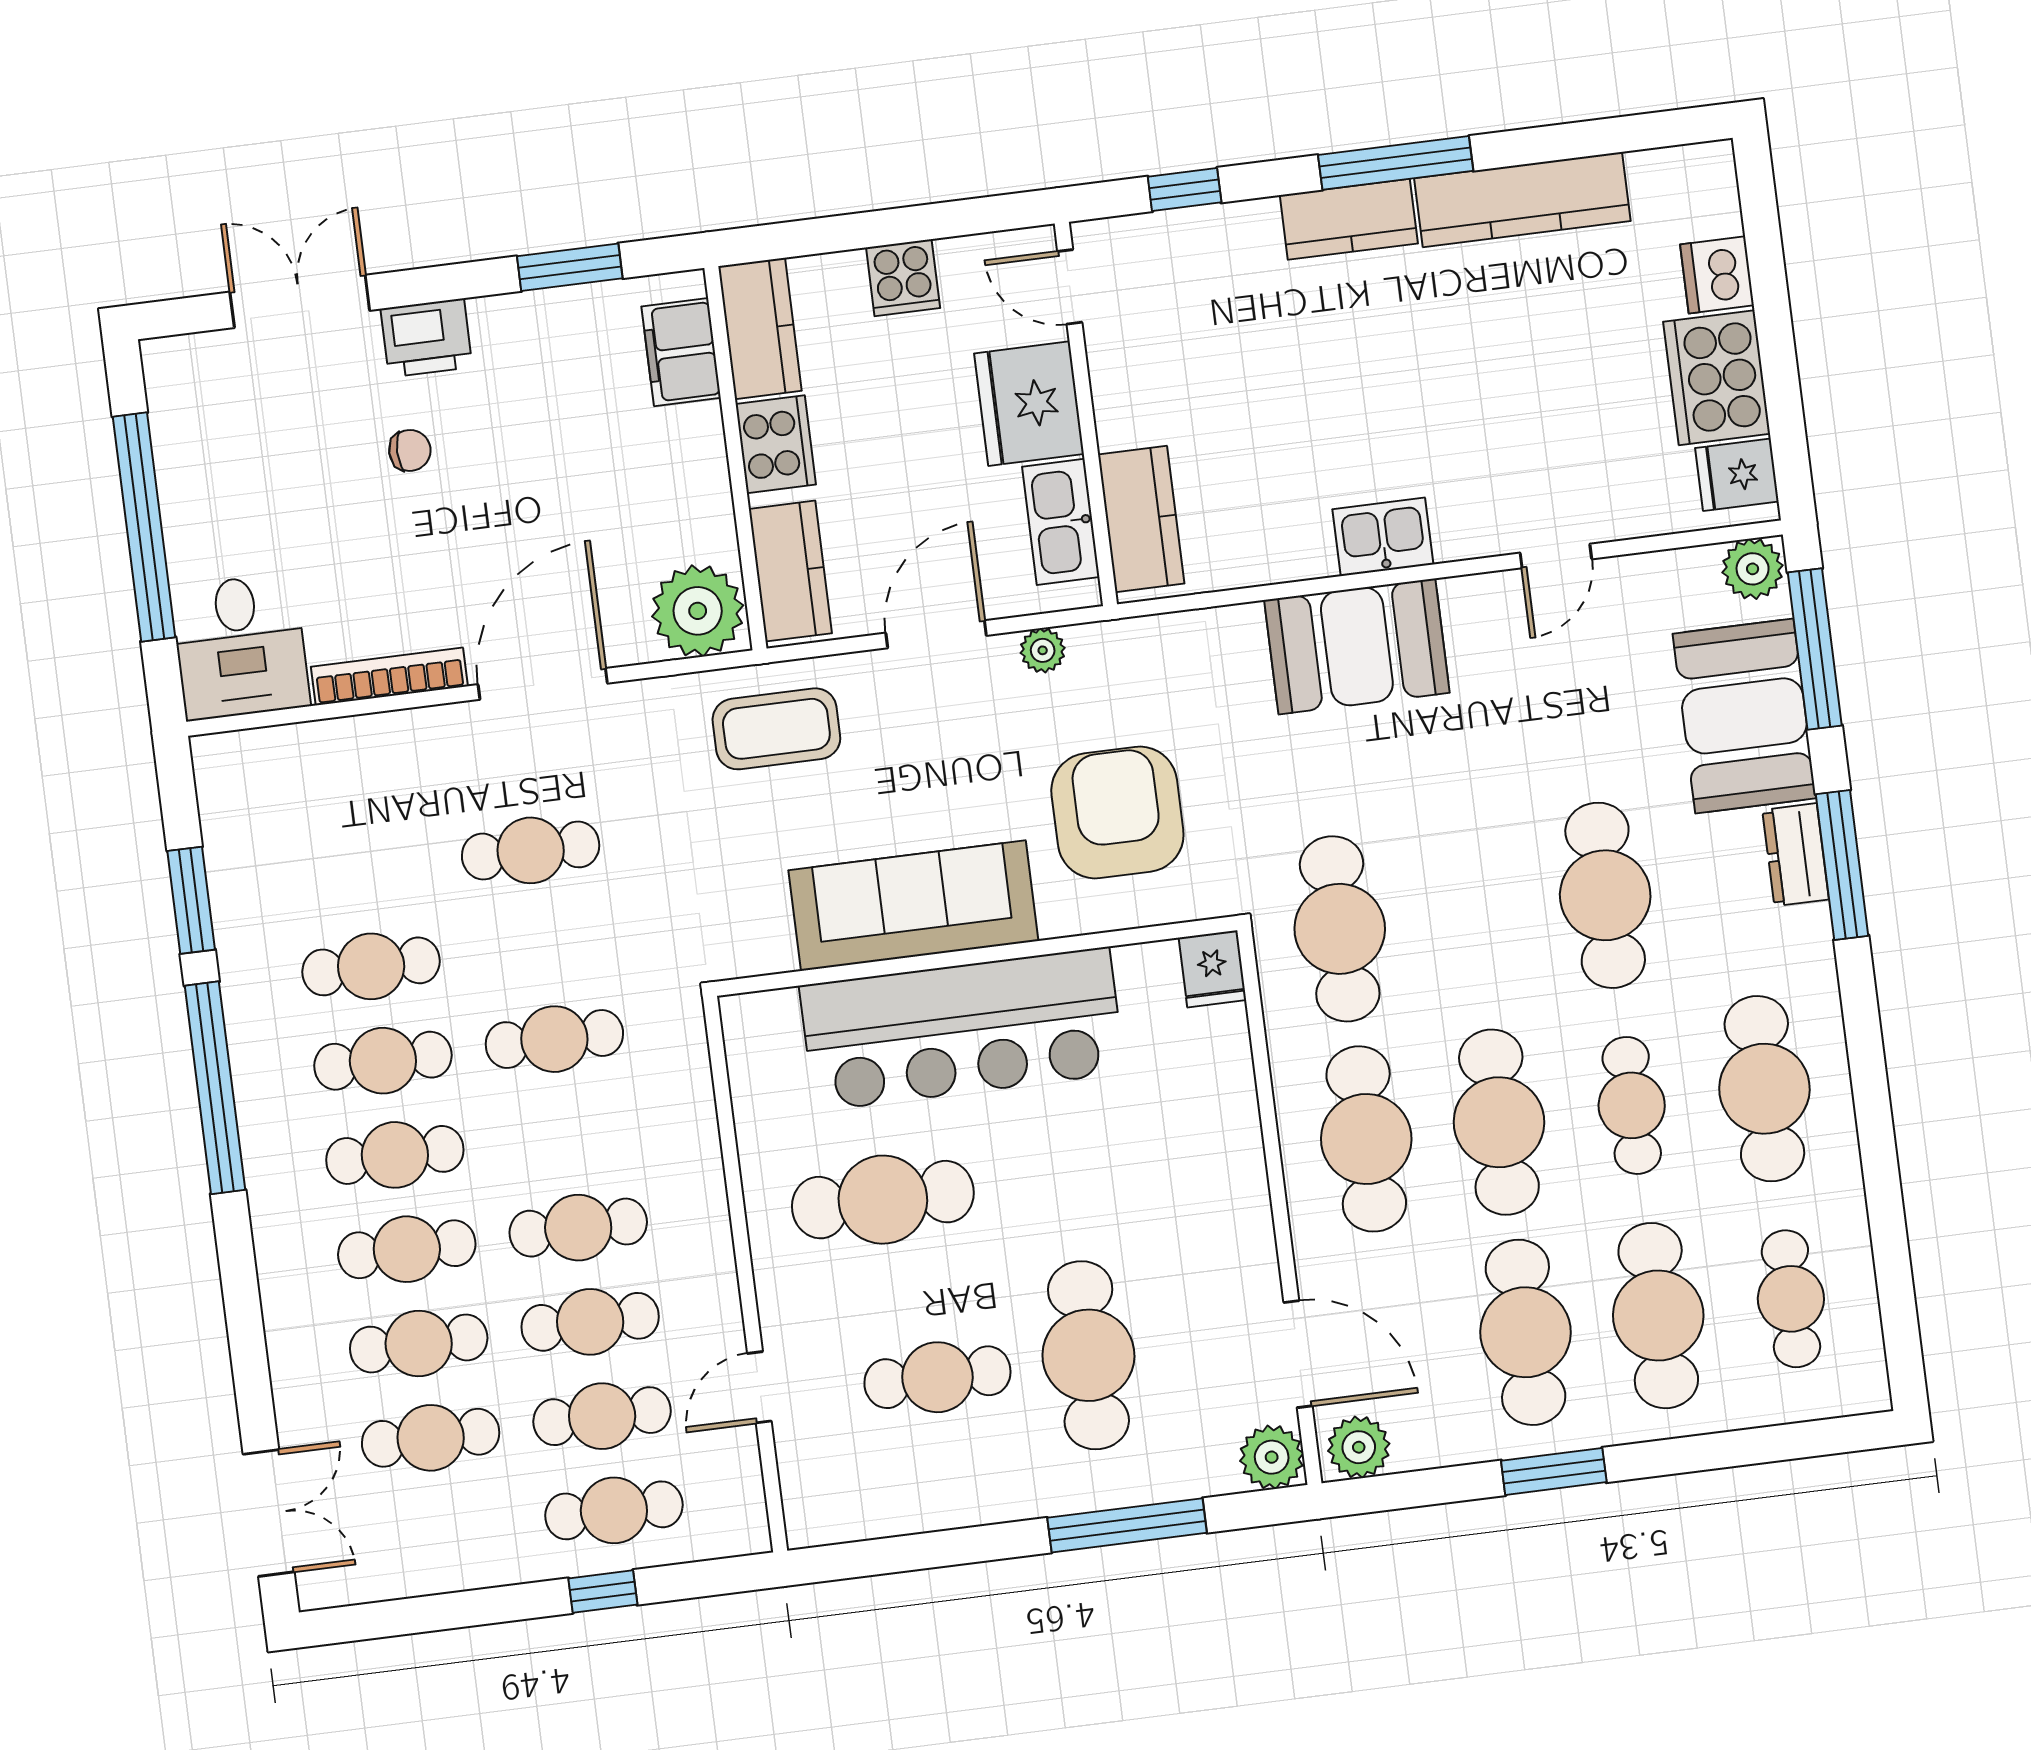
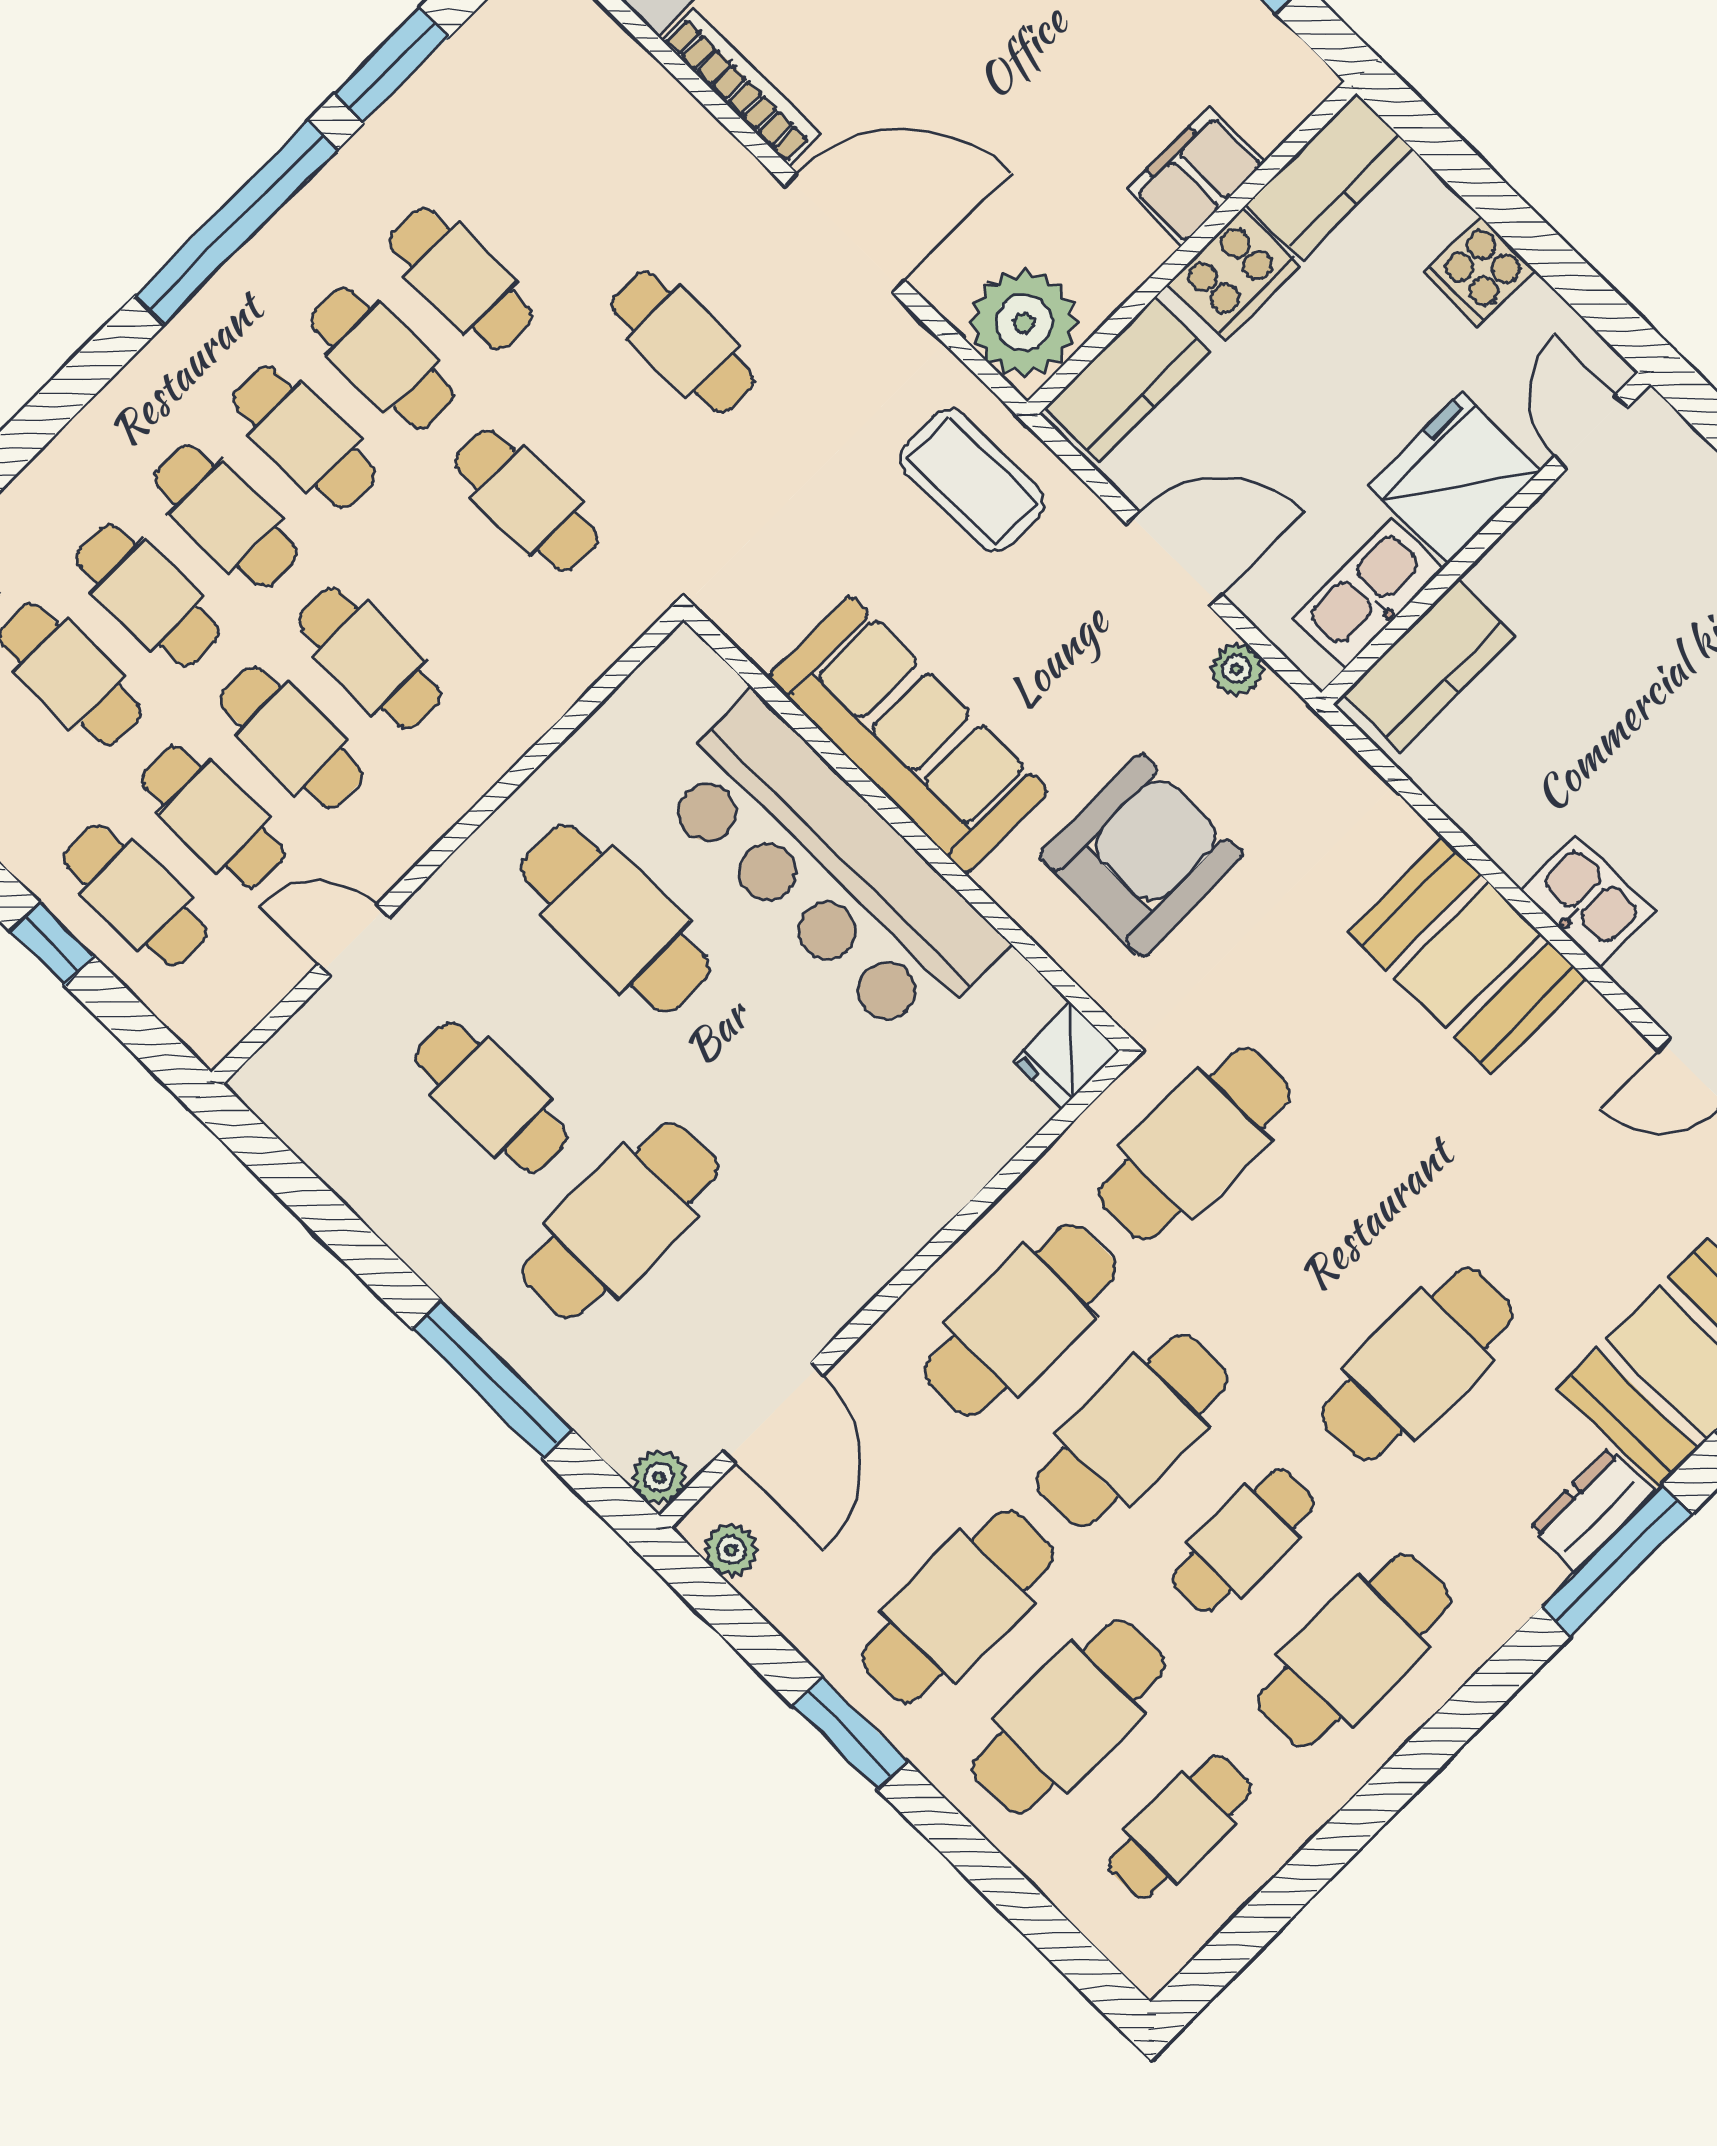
filing cabinet: (681, 352) -> (1196, 176), moved
plant: (1359, 1447) -> (731, 1550), width x0.73, depth x0.73
plant: (1272, 1457) -> (659, 1477), width x0.73, depth x0.73

